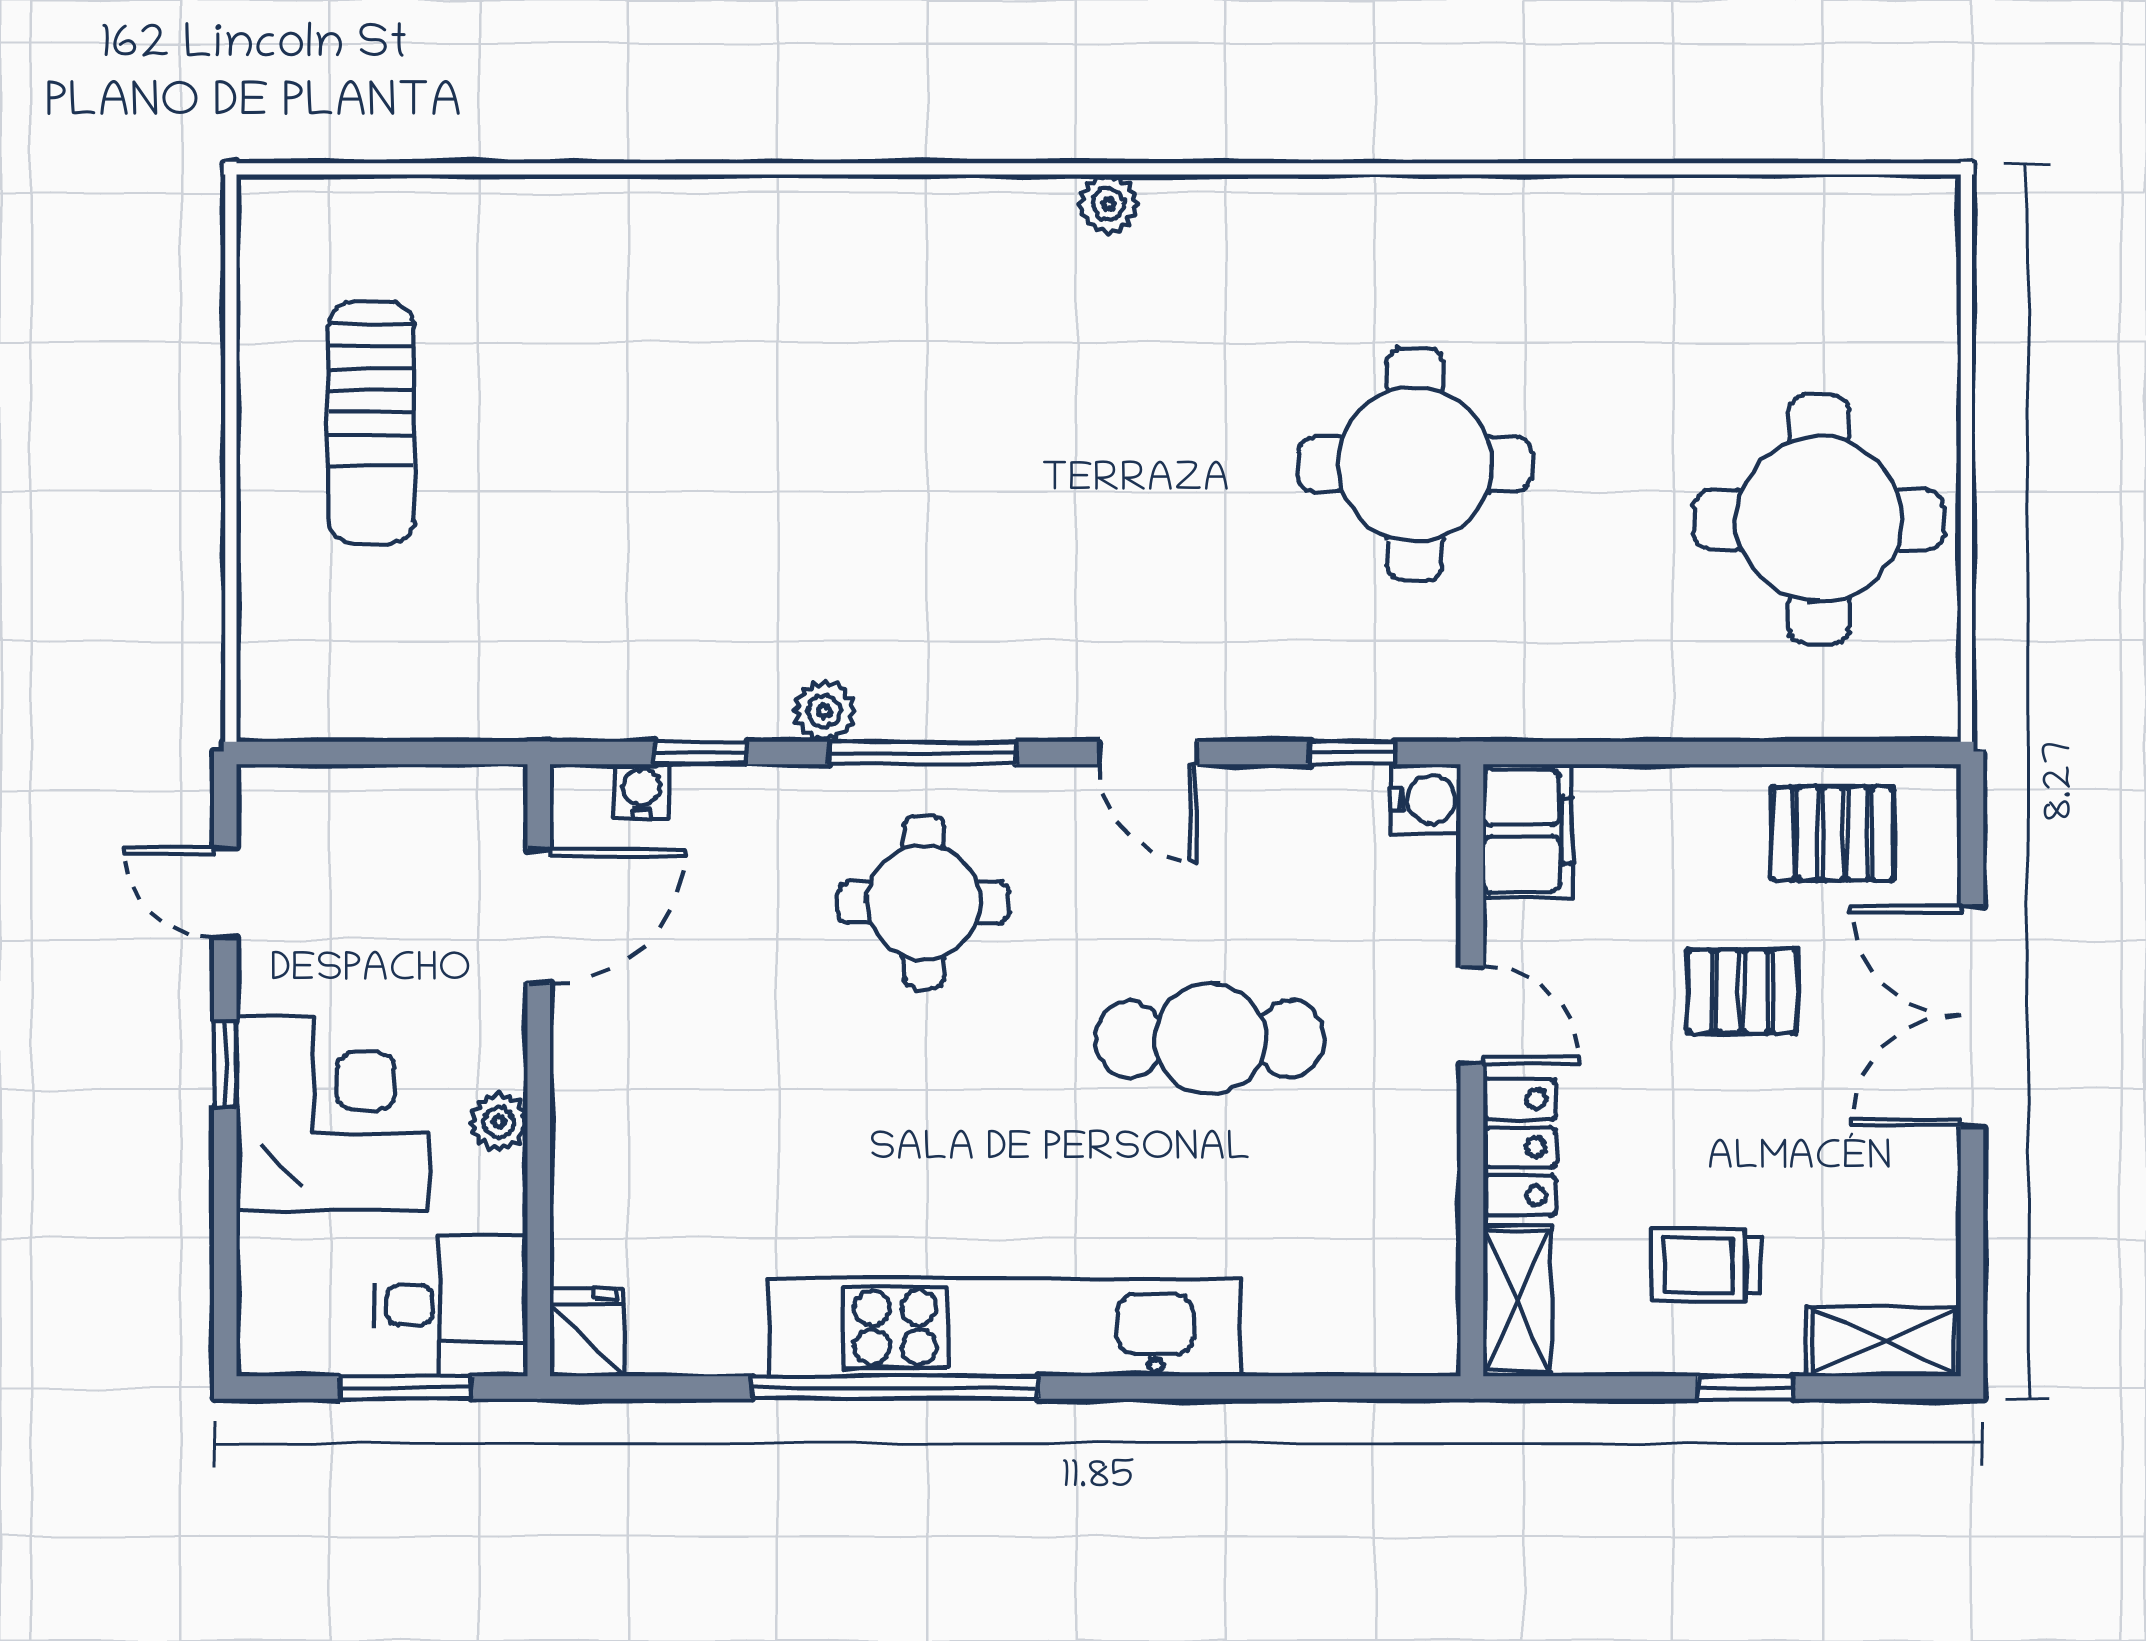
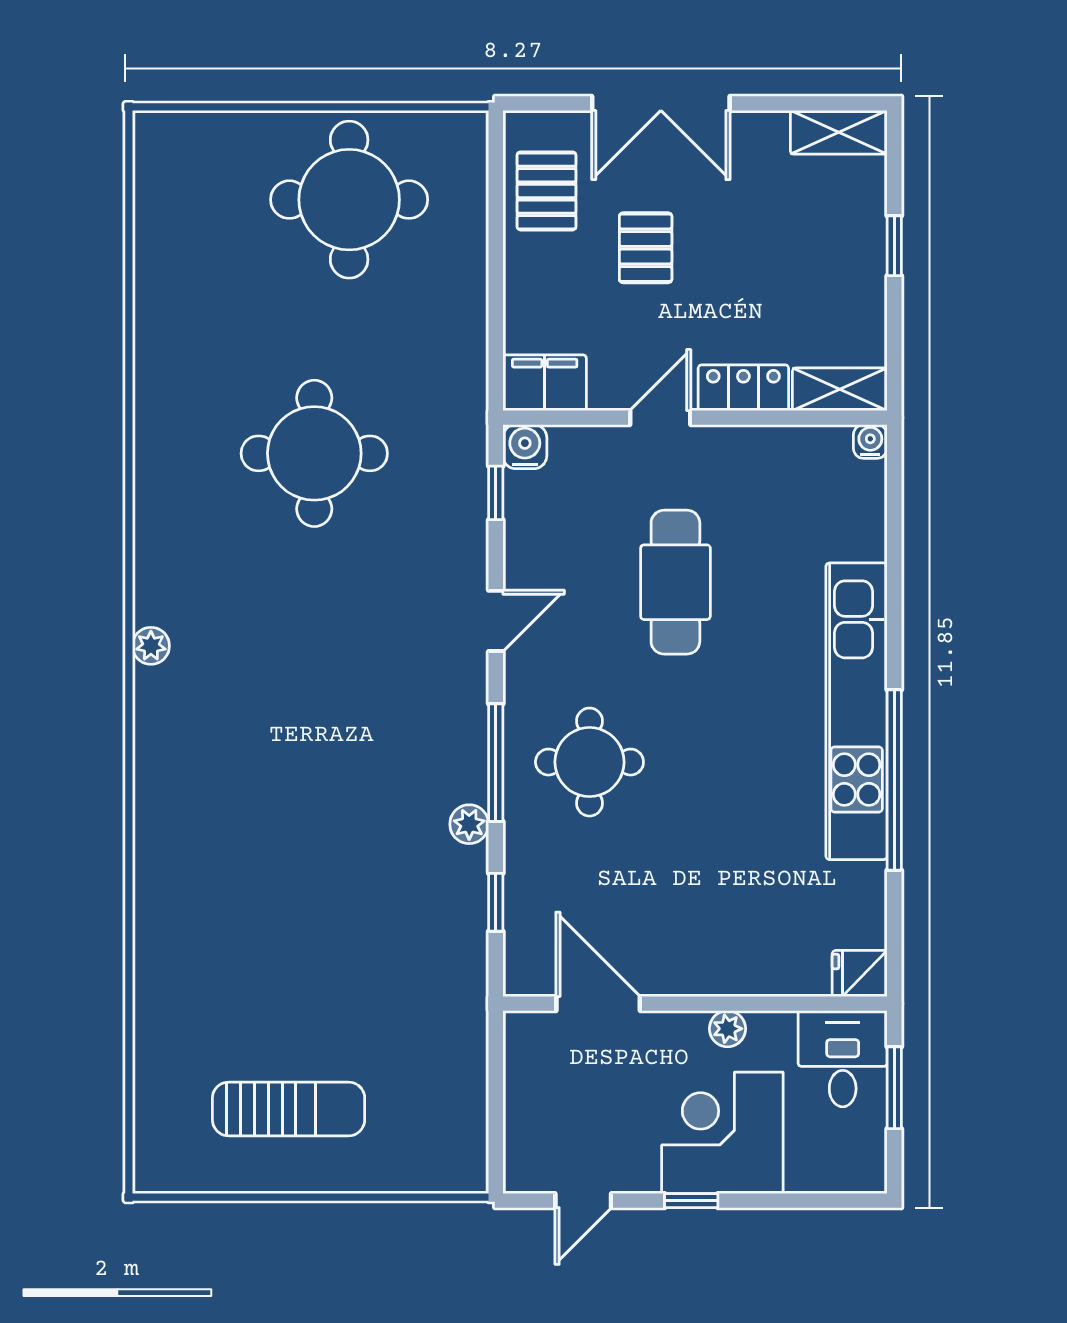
water cooler: (641, 791) -> (870, 441), moved, turned 90
trolley: (1705, 1266) -> (818, 271), removed
shelving: (1884, 1342) -> (839, 132), moved, turned 90

